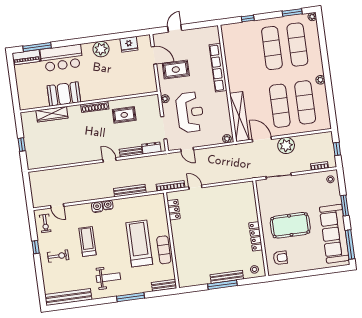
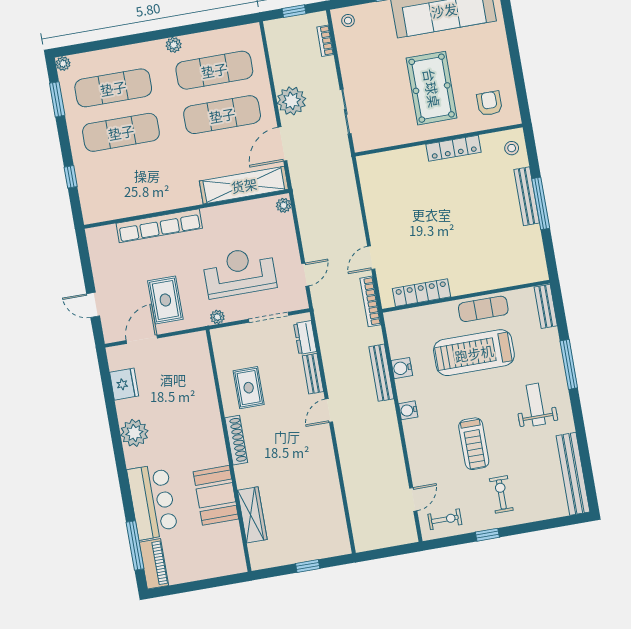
water cooler: (97, 207) -> (402, 368), moved
locker: (174, 210) -> (421, 293), width x1.53
treadmill: (87, 241) -> (474, 444), turned -90

